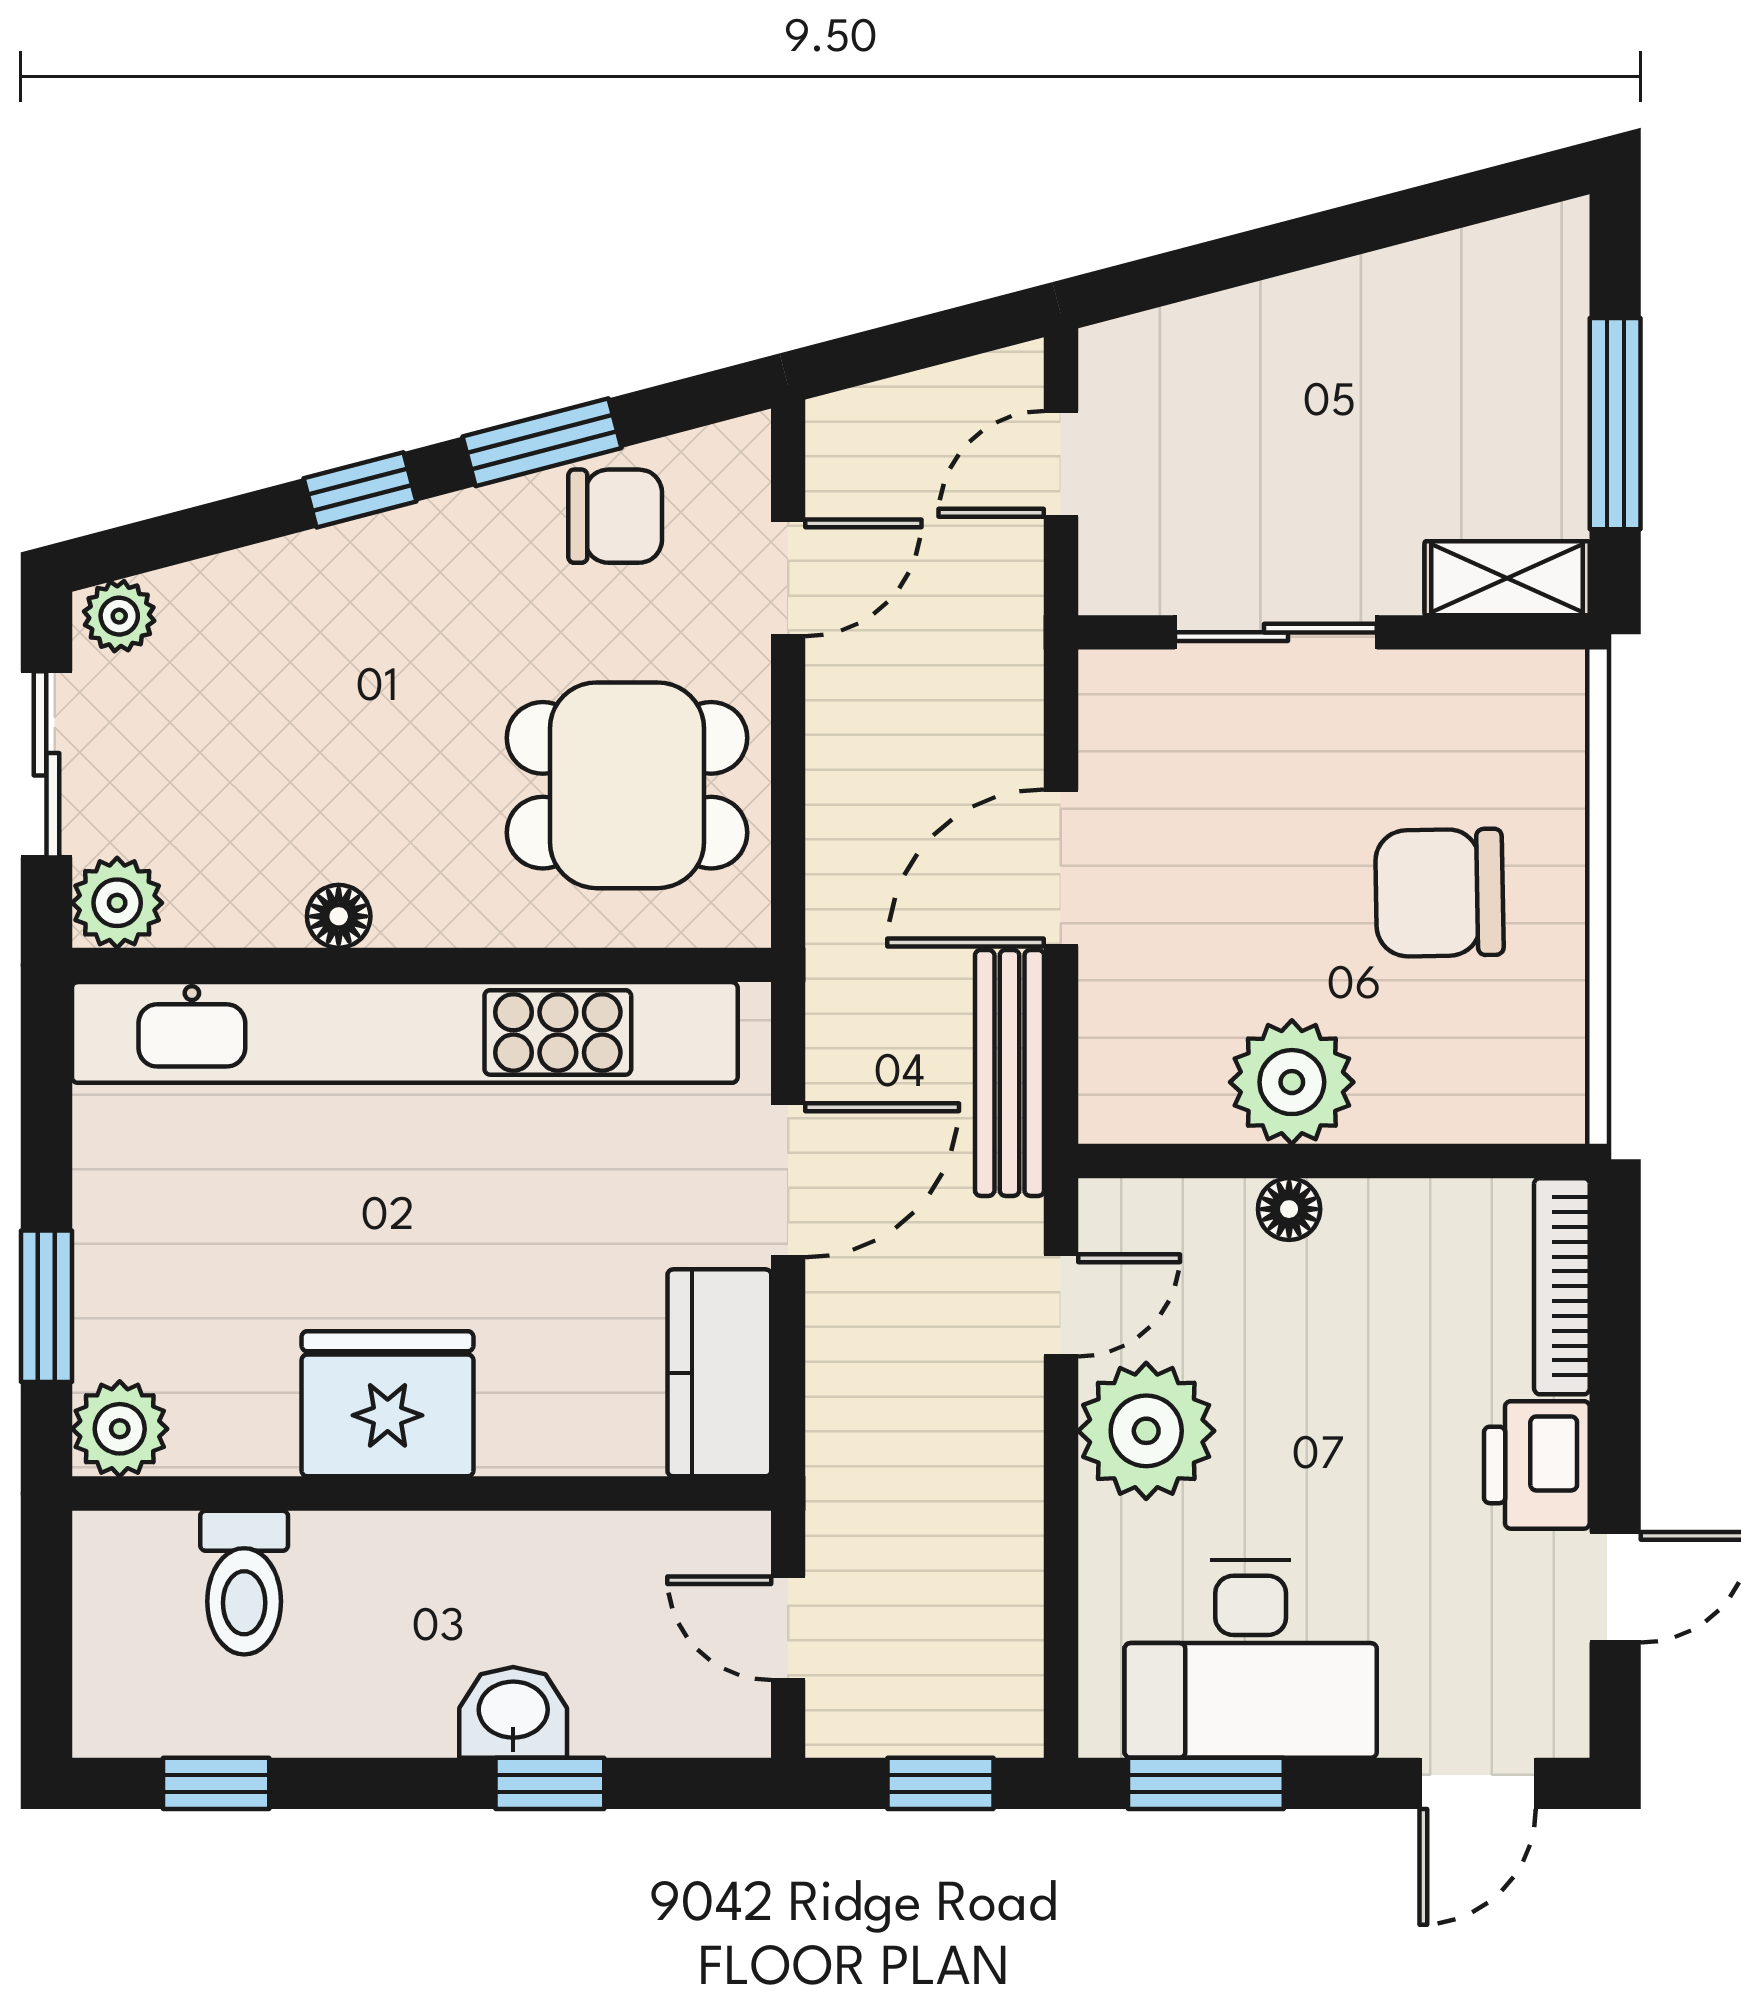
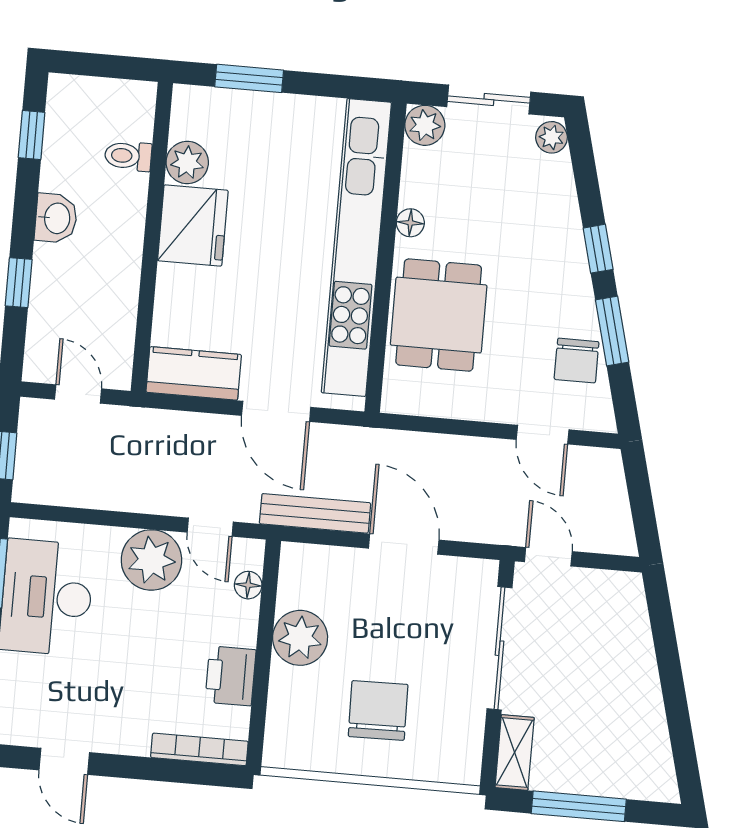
door: (1061, 464) -> (548, 557), moved
sliding door: (1276, 632) -> (500, 648), width x1.37
dining table: (627, 785) -> (439, 315), moved
floor lamp: (1289, 1209) -> (248, 585), moved
plant: (120, 1429) -> (187, 162), moved
printer: (1537, 1465) -> (230, 676), moved, turned -90
toilet: (244, 1583) -> (128, 156), width x0.73, depth x0.72
door: (788, 1628) -> (78, 394), hinge flipped
washbasin: (513, 1712) -> (56, 218), moved

